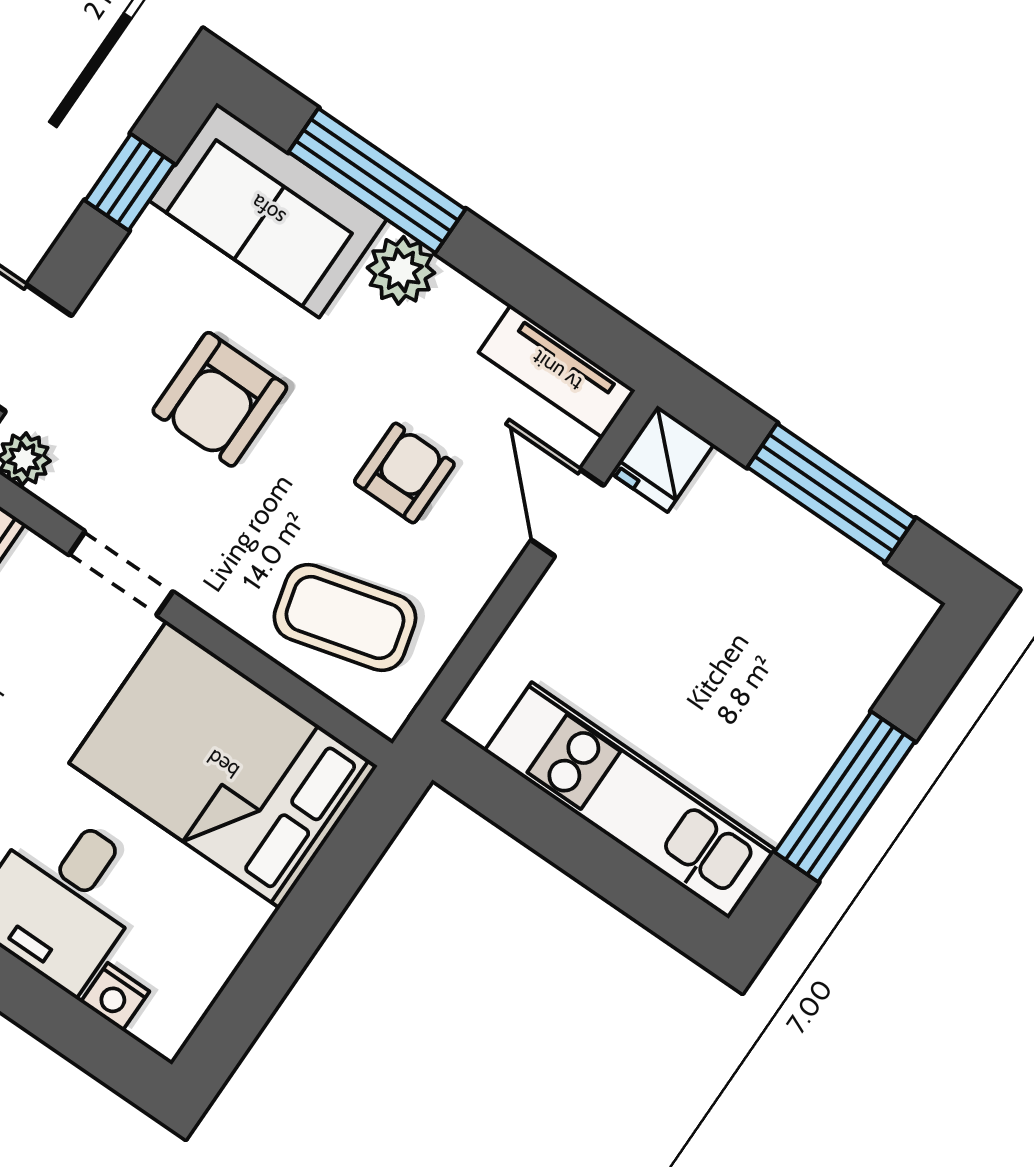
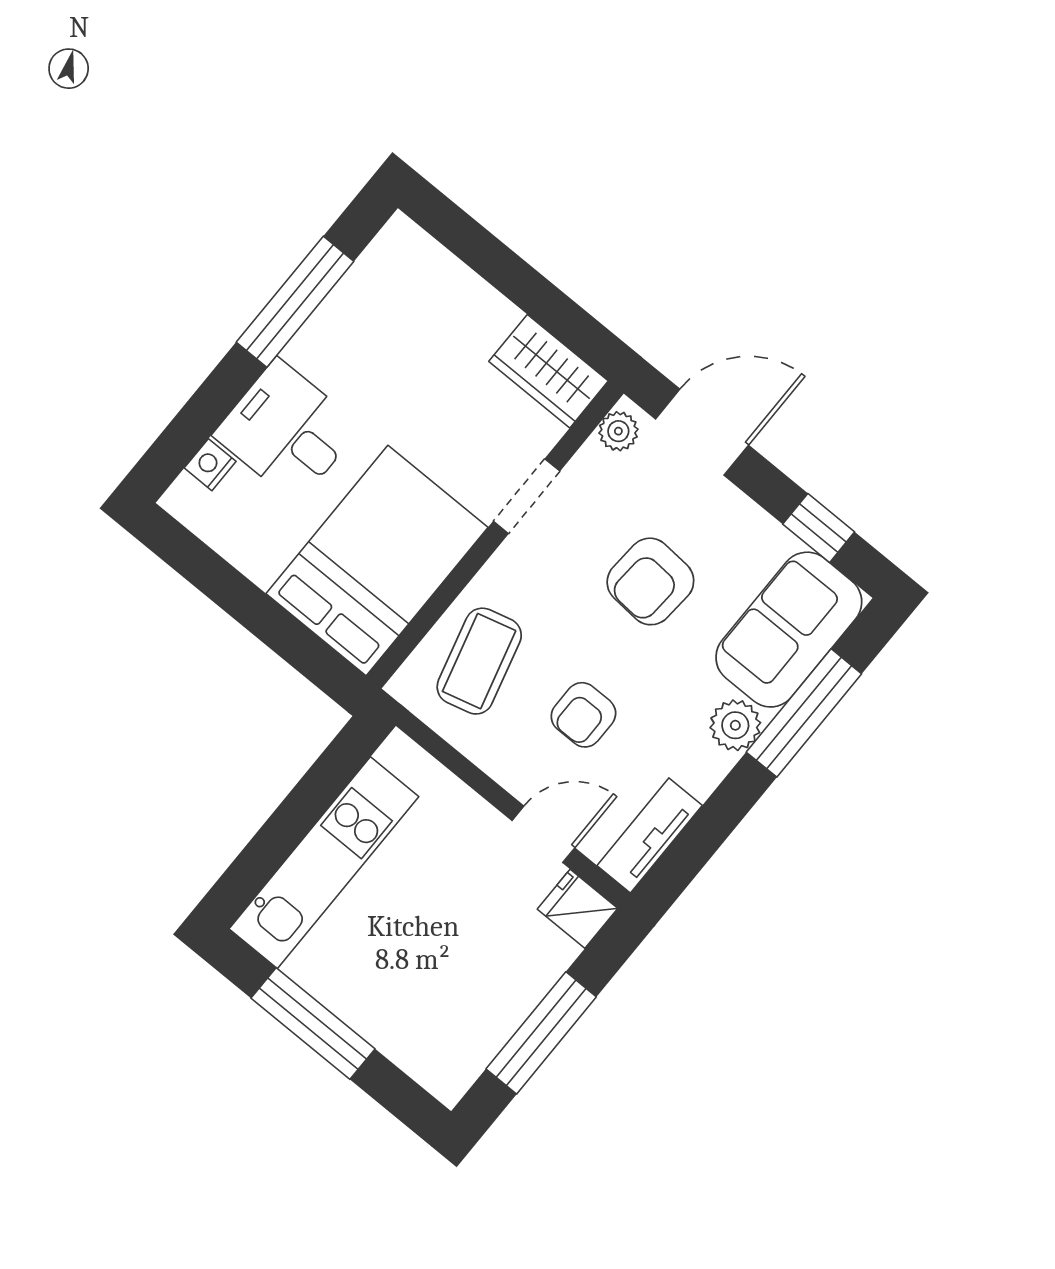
armchair: (220, 399) -> (650, 581), turned -86
armchair: (404, 473) -> (583, 715), turned 90

